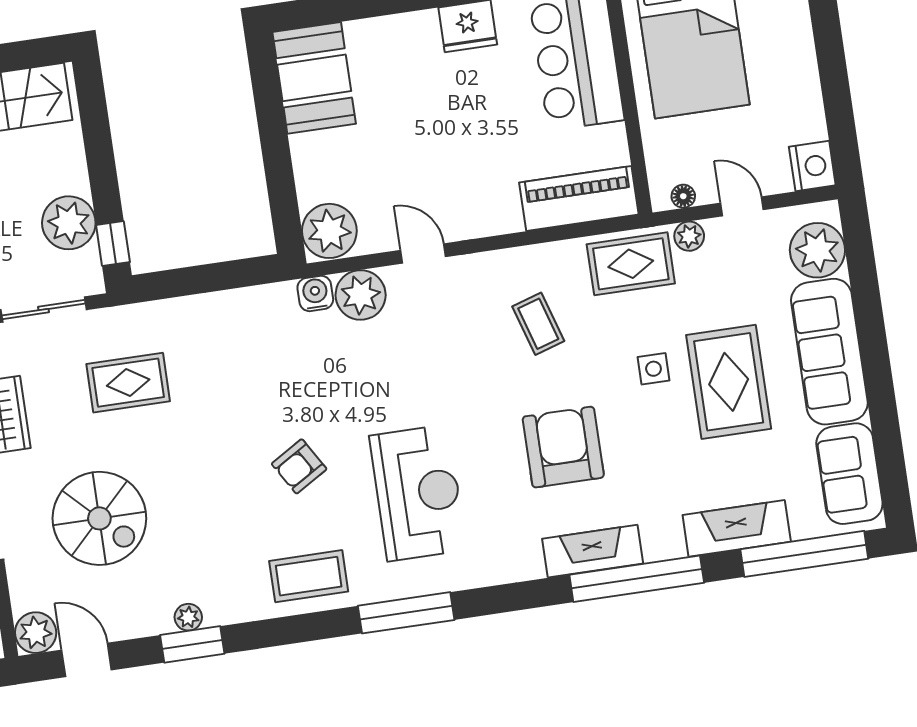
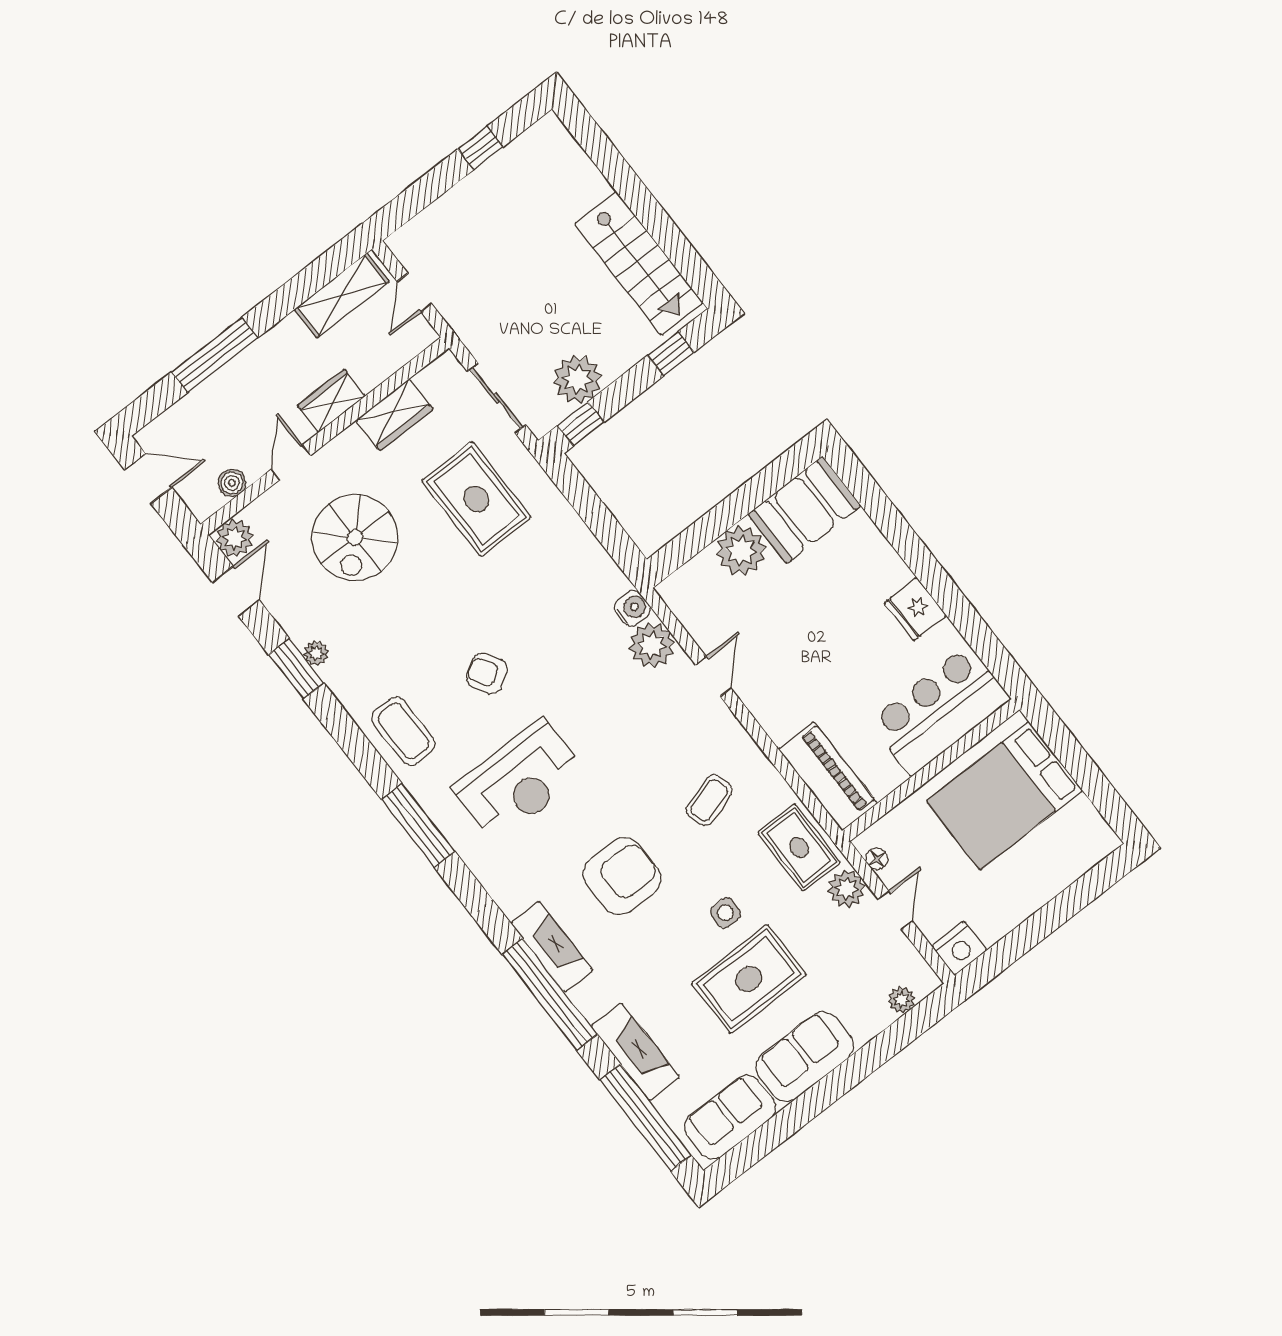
window: (95, 121) -> (671, 354), added
plant: (329, 231) -> (741, 551), moved
plant: (689, 236) -> (847, 889), width x1.38, depth x1.38
plant: (817, 250) -> (902, 1000), width x0.53, depth x0.53
sofa: (829, 352) -> (805, 1057), width x0.73
rug: (128, 383) -> (476, 499), width x1.36, depth x1.43

